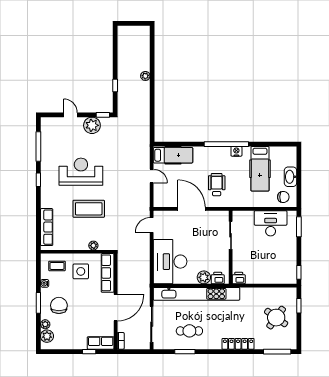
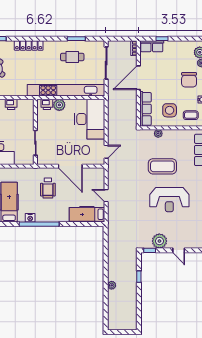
printer: (239, 278) -> (11, 104), moved

